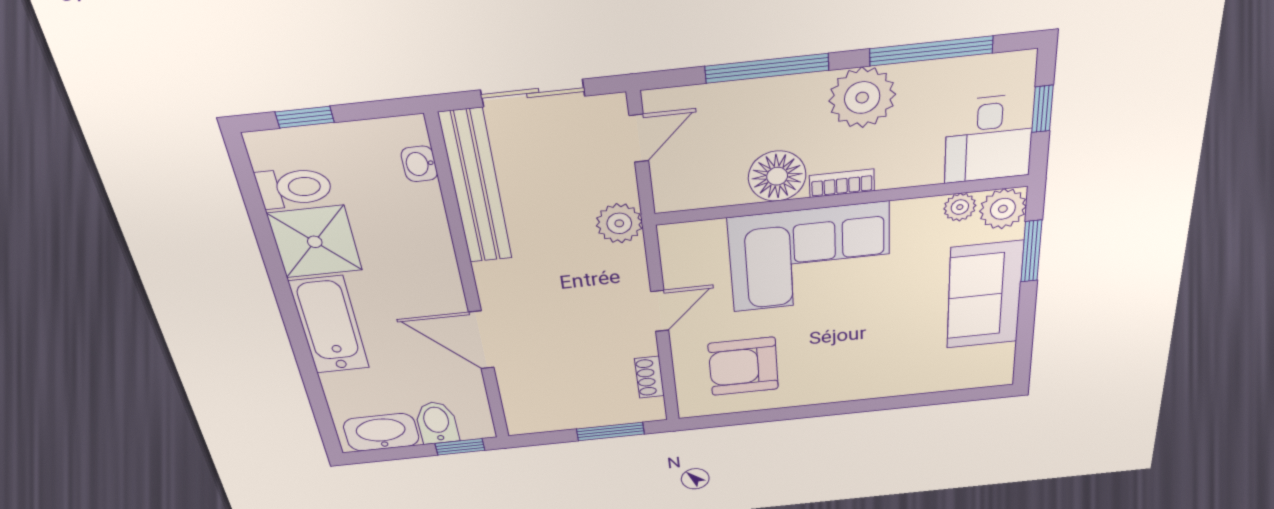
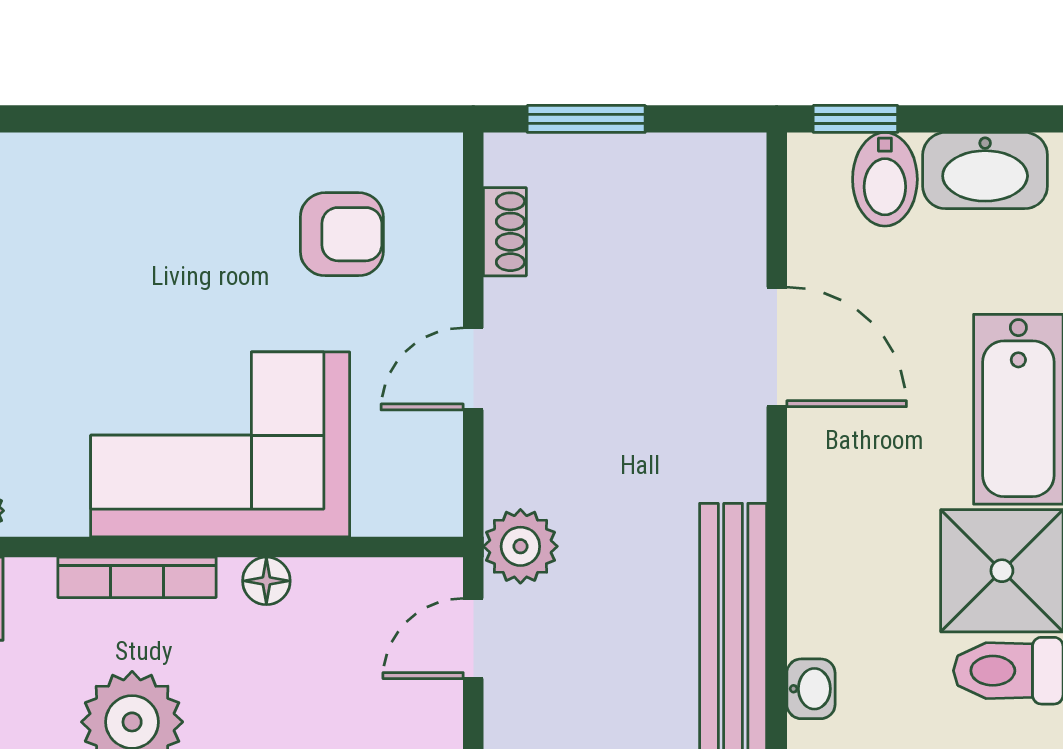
door: (639, 138) -> (473, 639), moved
floor lamp: (777, 176) -> (266, 581), width x0.53, depth x0.53
bookcase: (842, 183) -> (137, 577), width x1.56
armchair: (743, 366) -> (342, 234), width x0.72, depth x0.72

